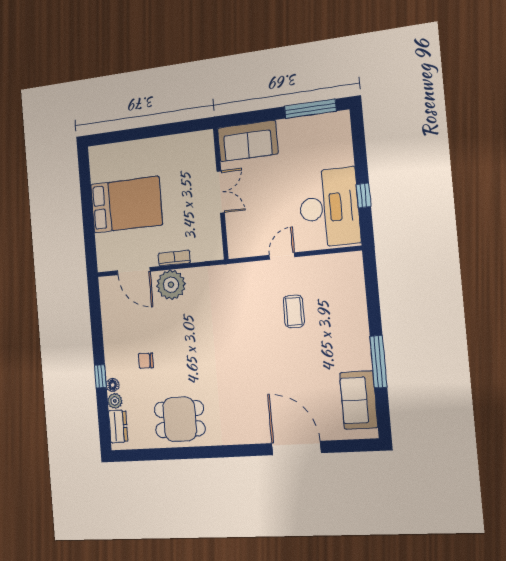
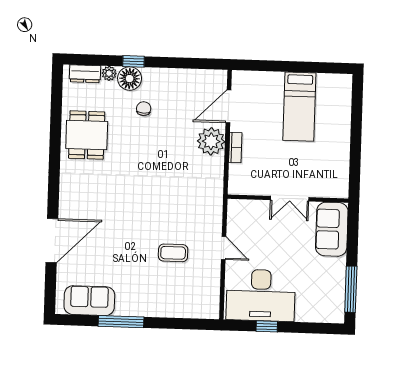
bed: (126, 205) -> (299, 107), width x0.67
floor lamp: (113, 385) -> (130, 79), width x1.89, depth x1.89

